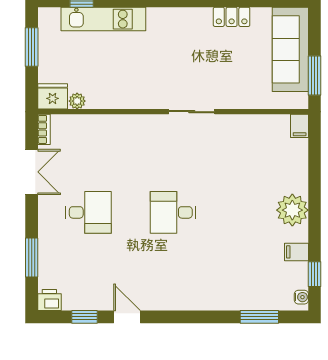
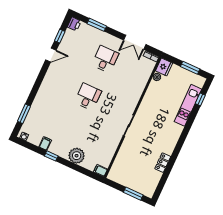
sofa: (290, 49) -> (136, 182), removed
window: (315, 76) -> (133, 194), moved
plant: (292, 210) -> (77, 156), moved
desk: (88, 212) -> (105, 59), turned 180
window: (315, 274) -> (51, 156), moved

